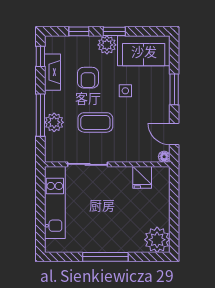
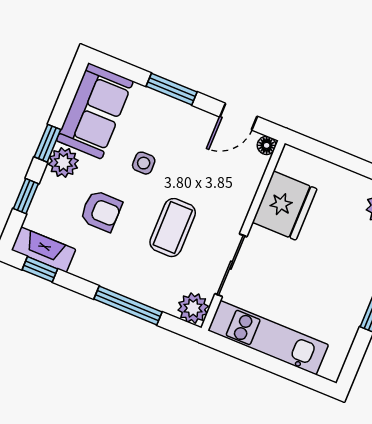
fireplace: (52, 72) -> (43, 250), moved
plant: (54, 122) -> (193, 308), moved
fridge: (142, 177) -> (285, 206), width x1.88, depth x1.34

